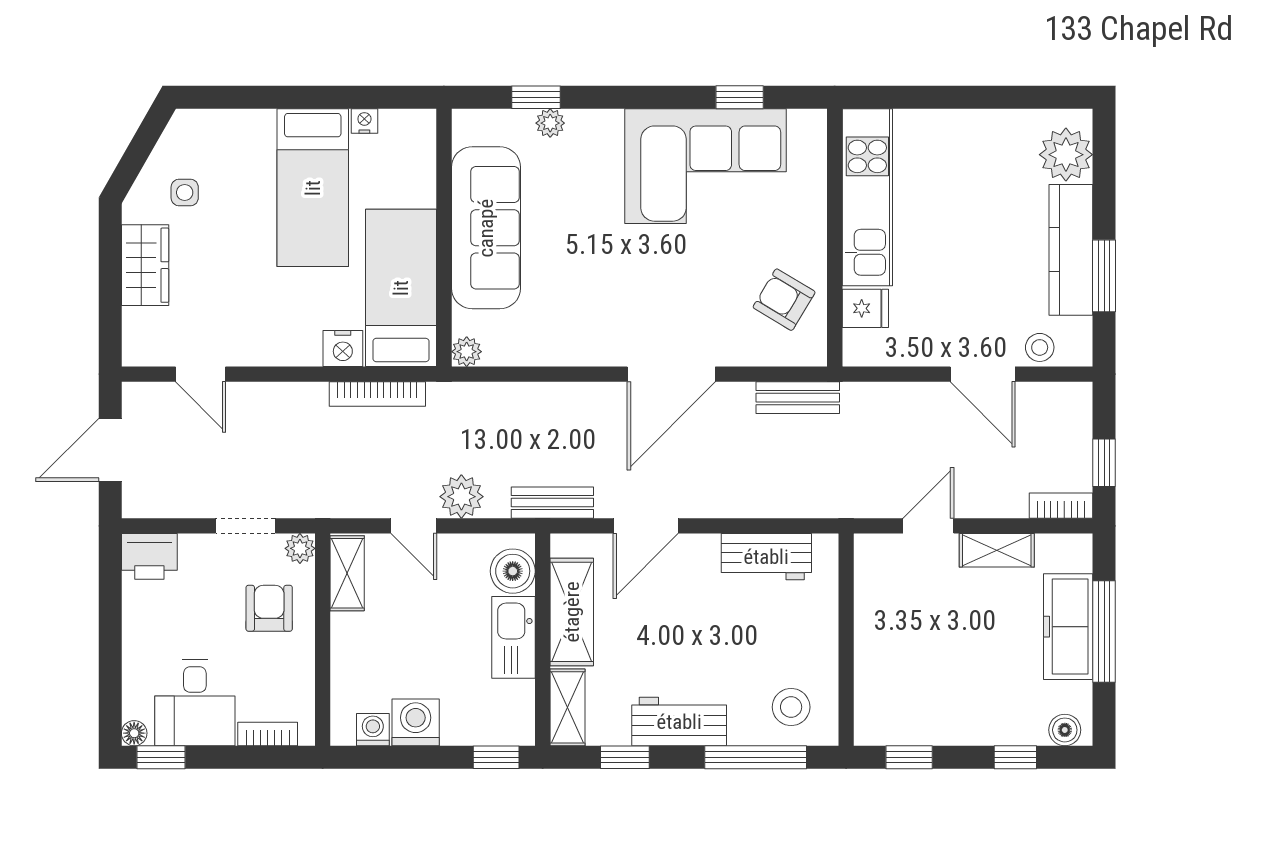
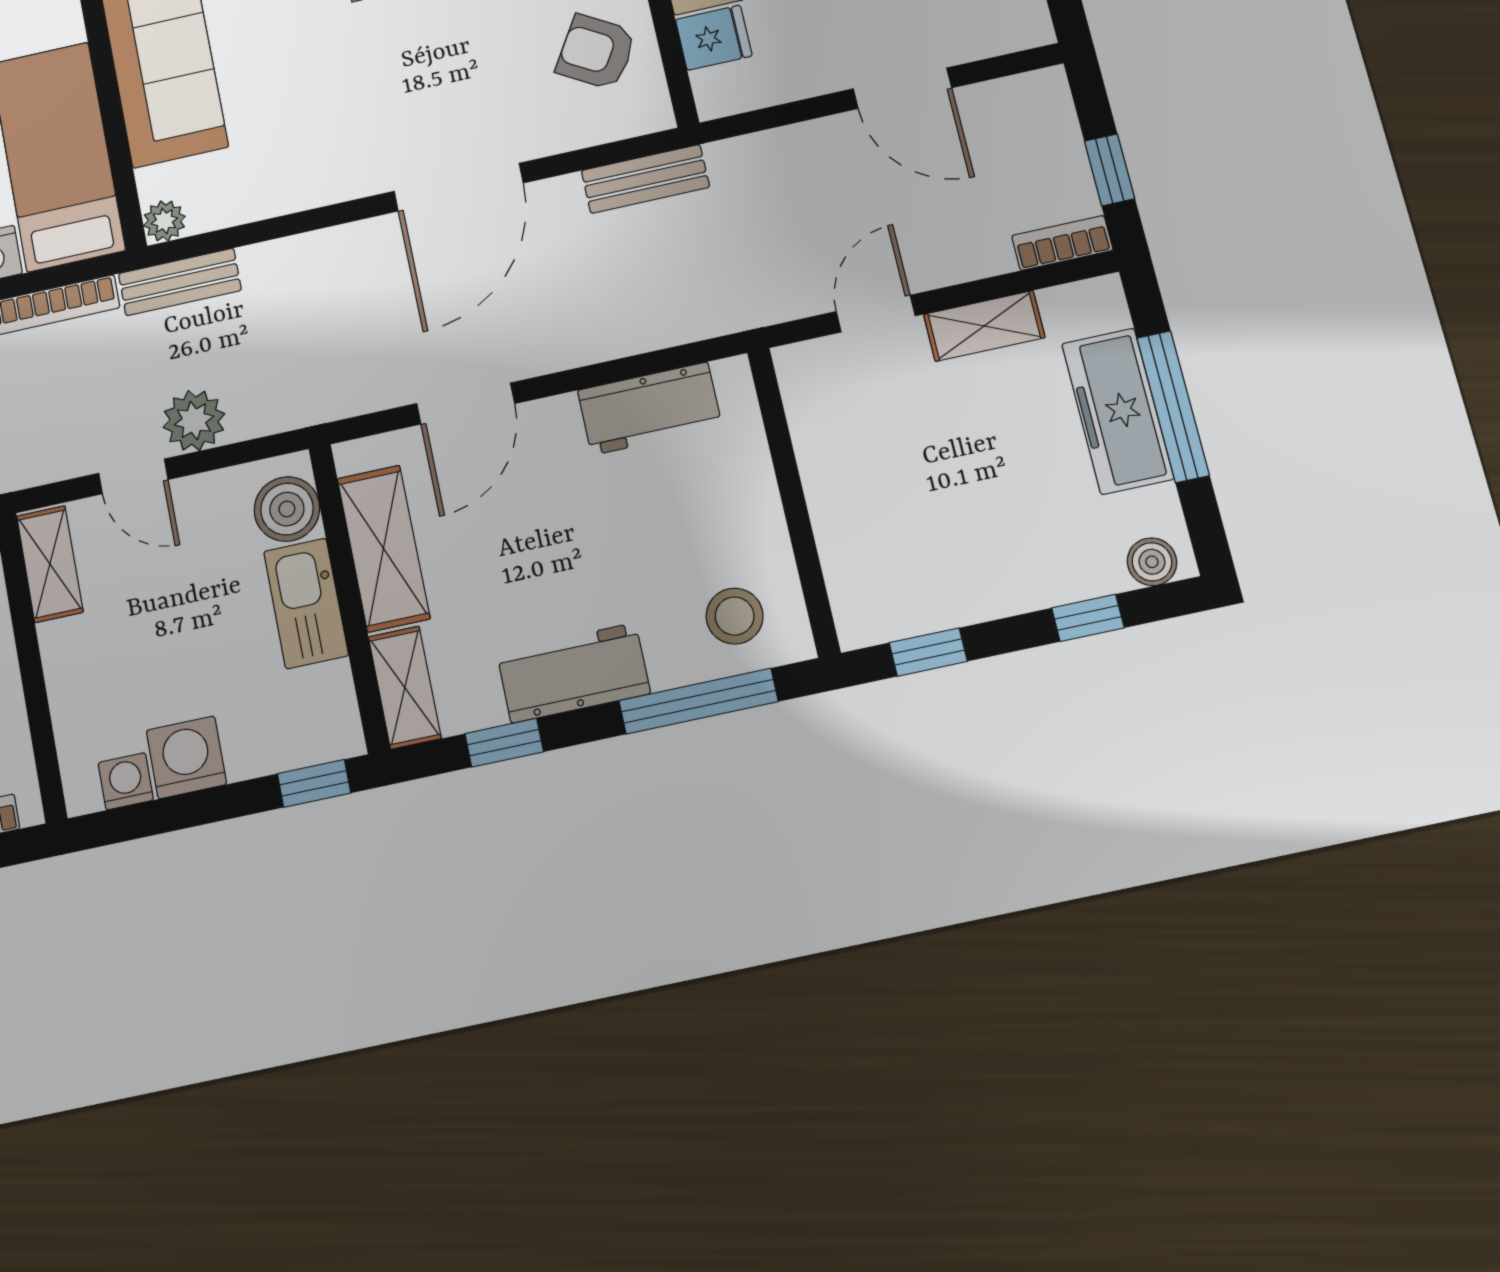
stool: (1040, 347) -> (975, 34), removed
bench: (552, 503) -> (180, 282), moved

